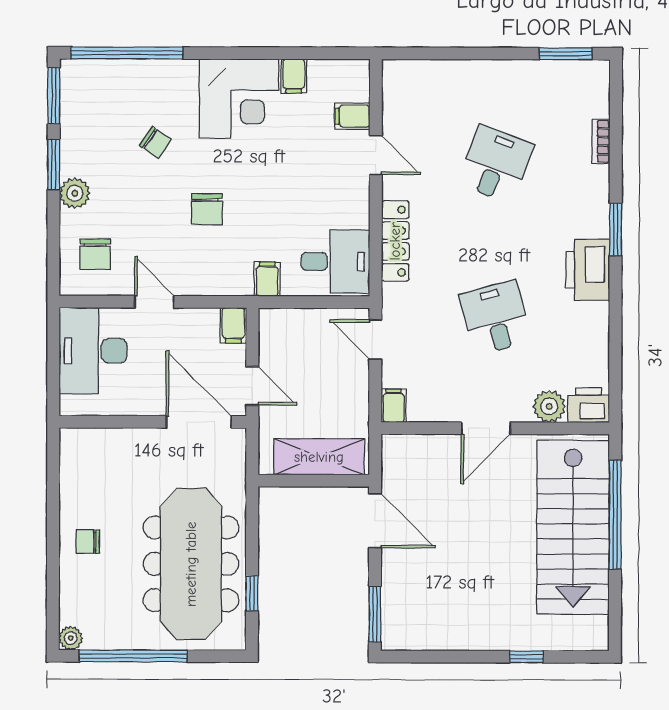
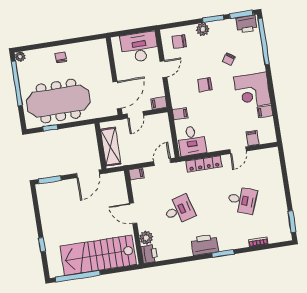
printer: (79, 87) -> (246, 24), added
window: (615, 515) -> (78, 276), moved

